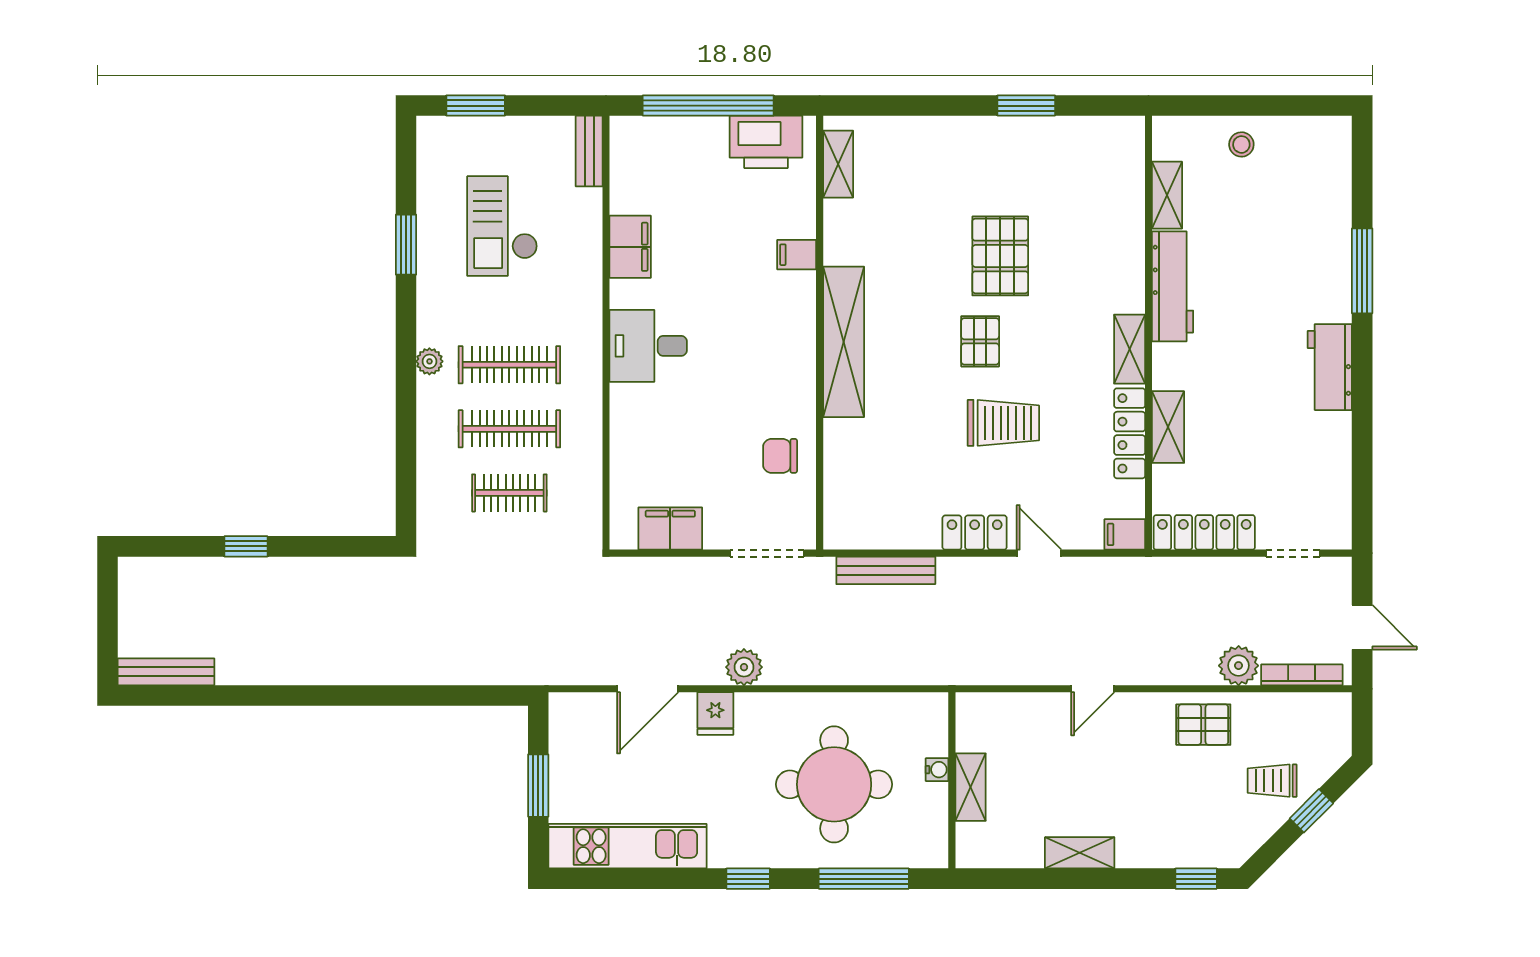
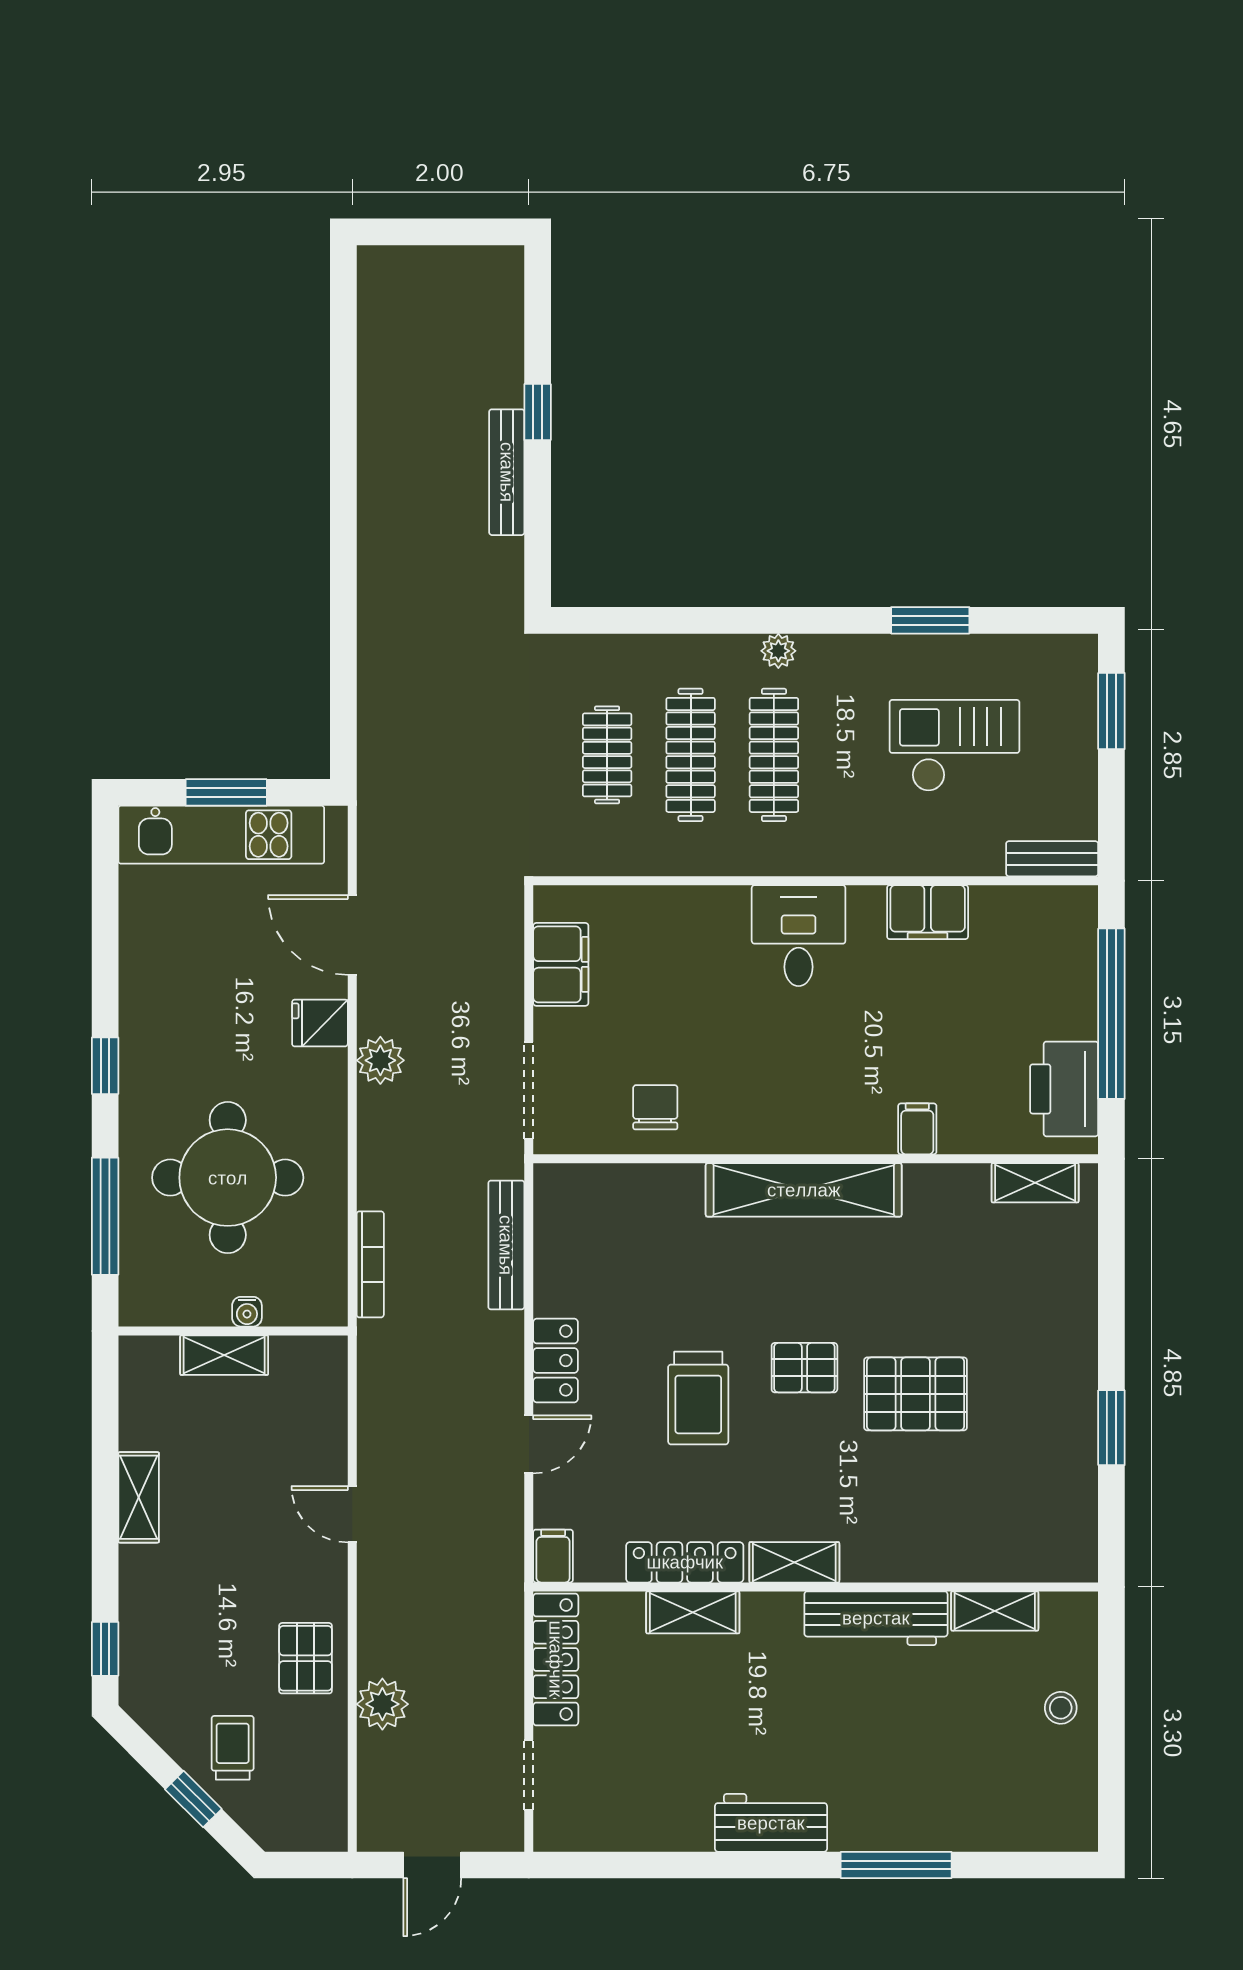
bench: (166, 672) -> (507, 472), moved
bookcase: (1302, 675) -> (370, 1264), moved
kitchen unit: (627, 846) -> (221, 835), moved, turned 90

